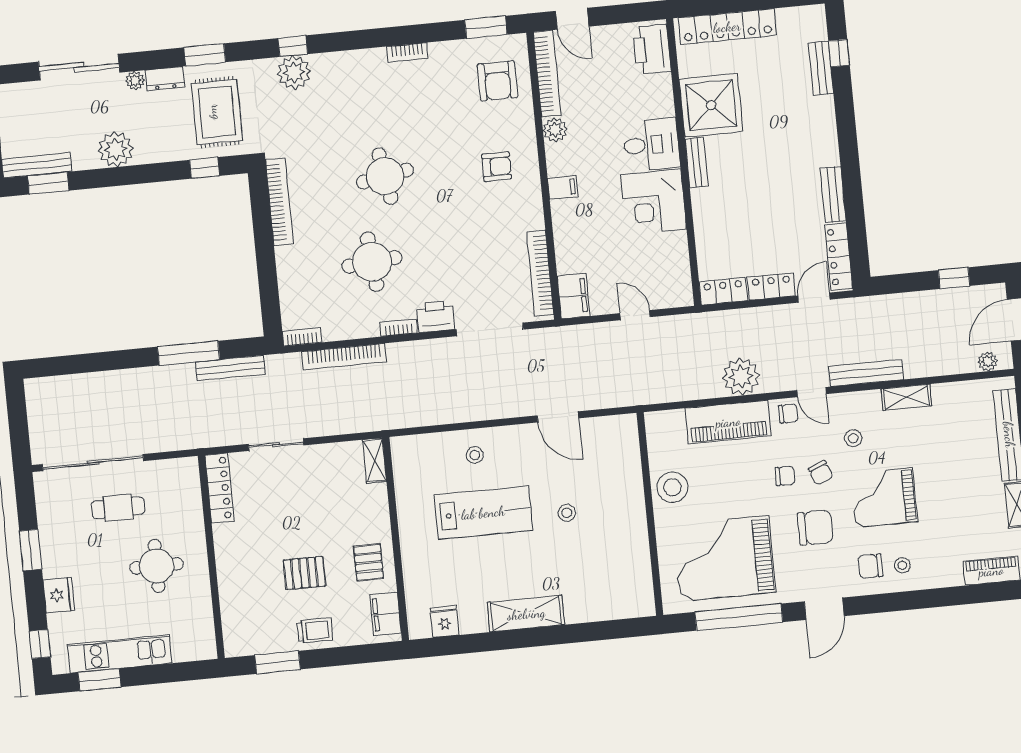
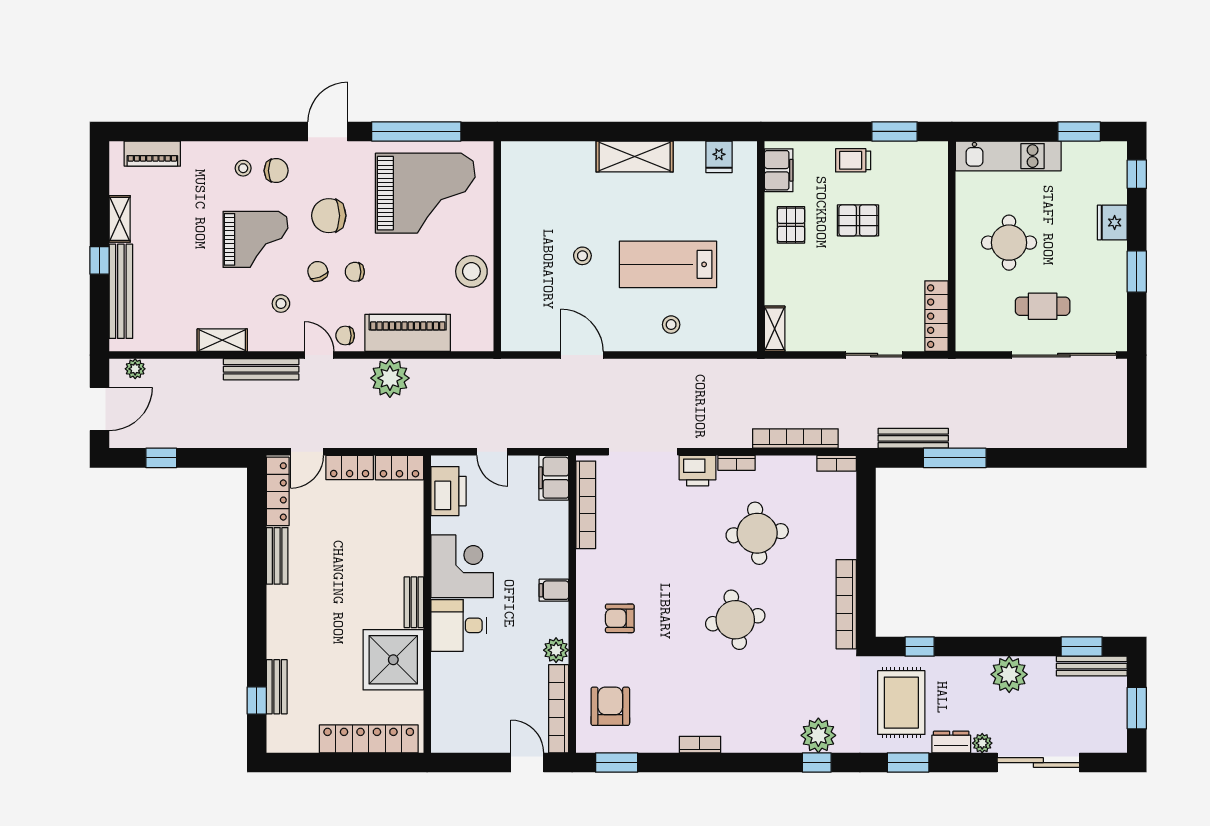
printer: (652, 49) -> (448, 491), moved
kitchen unit: (120, 654) -> (1008, 156), moved

